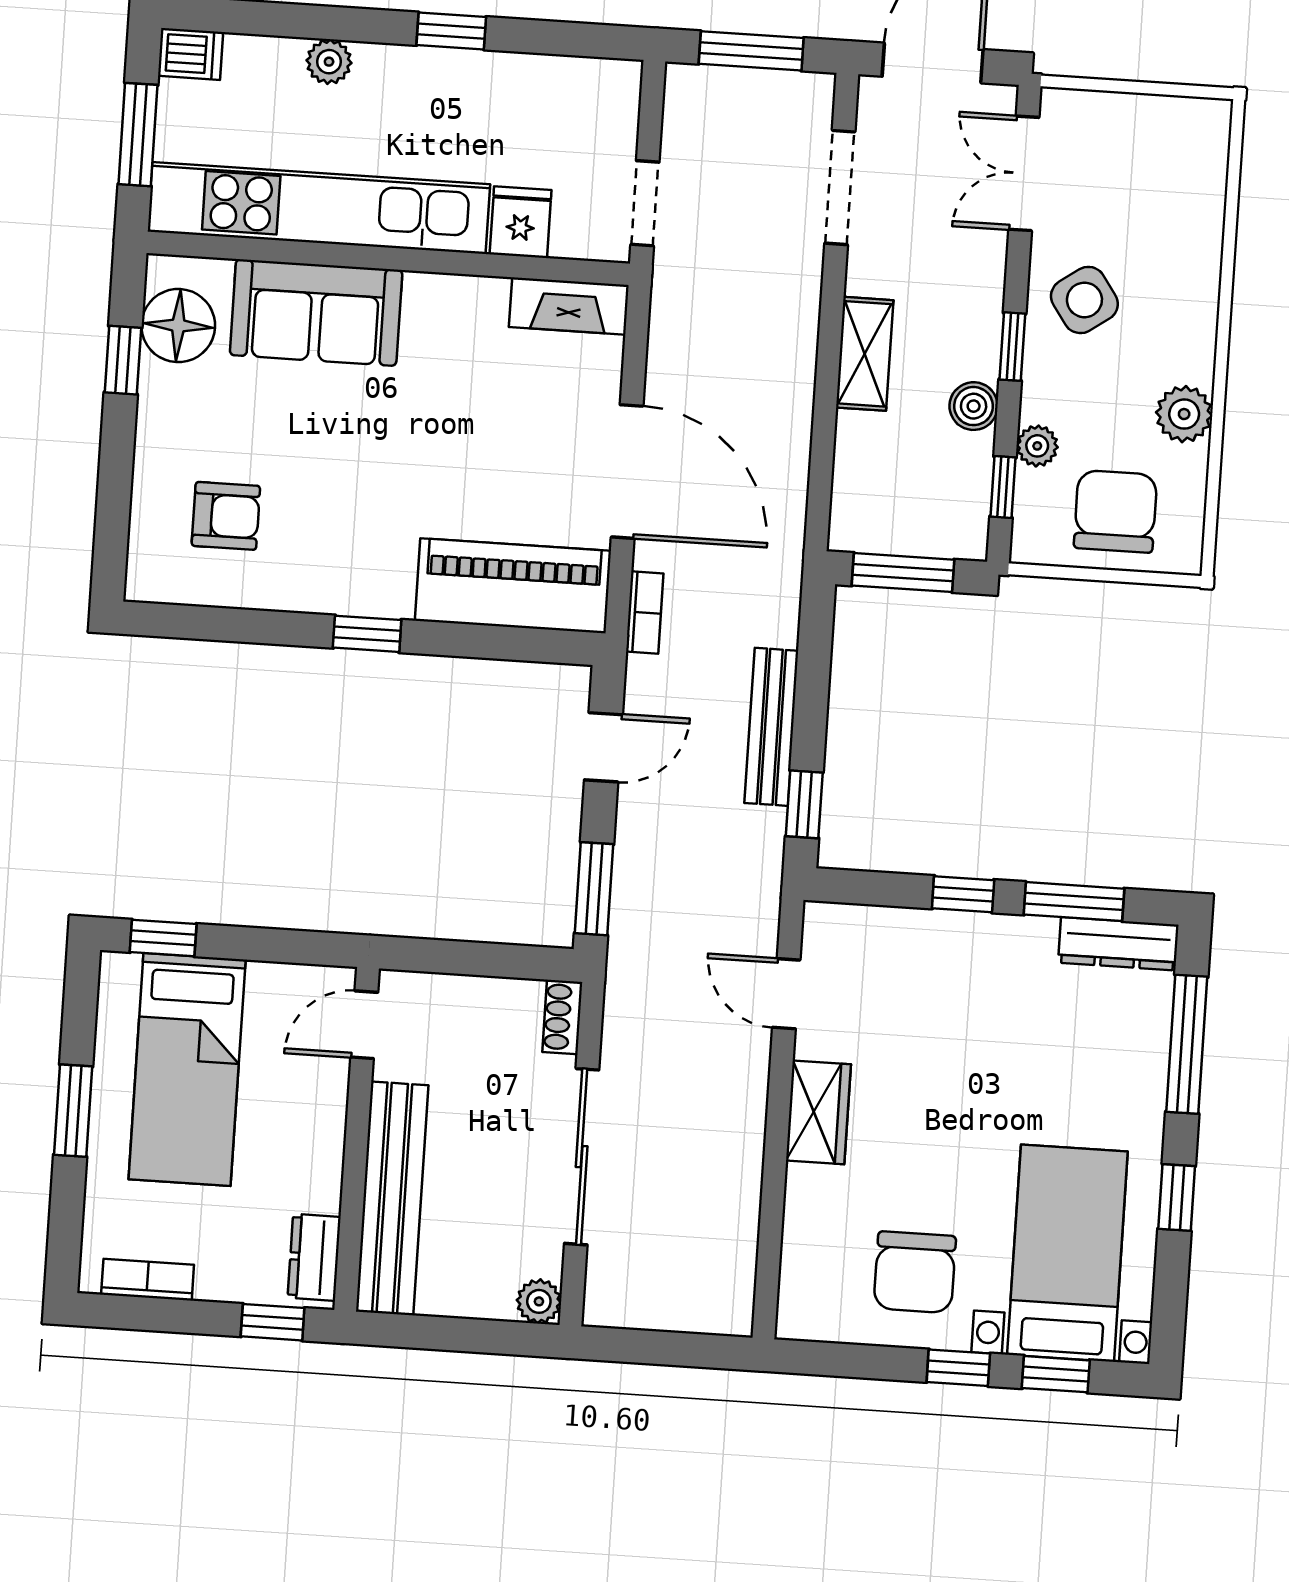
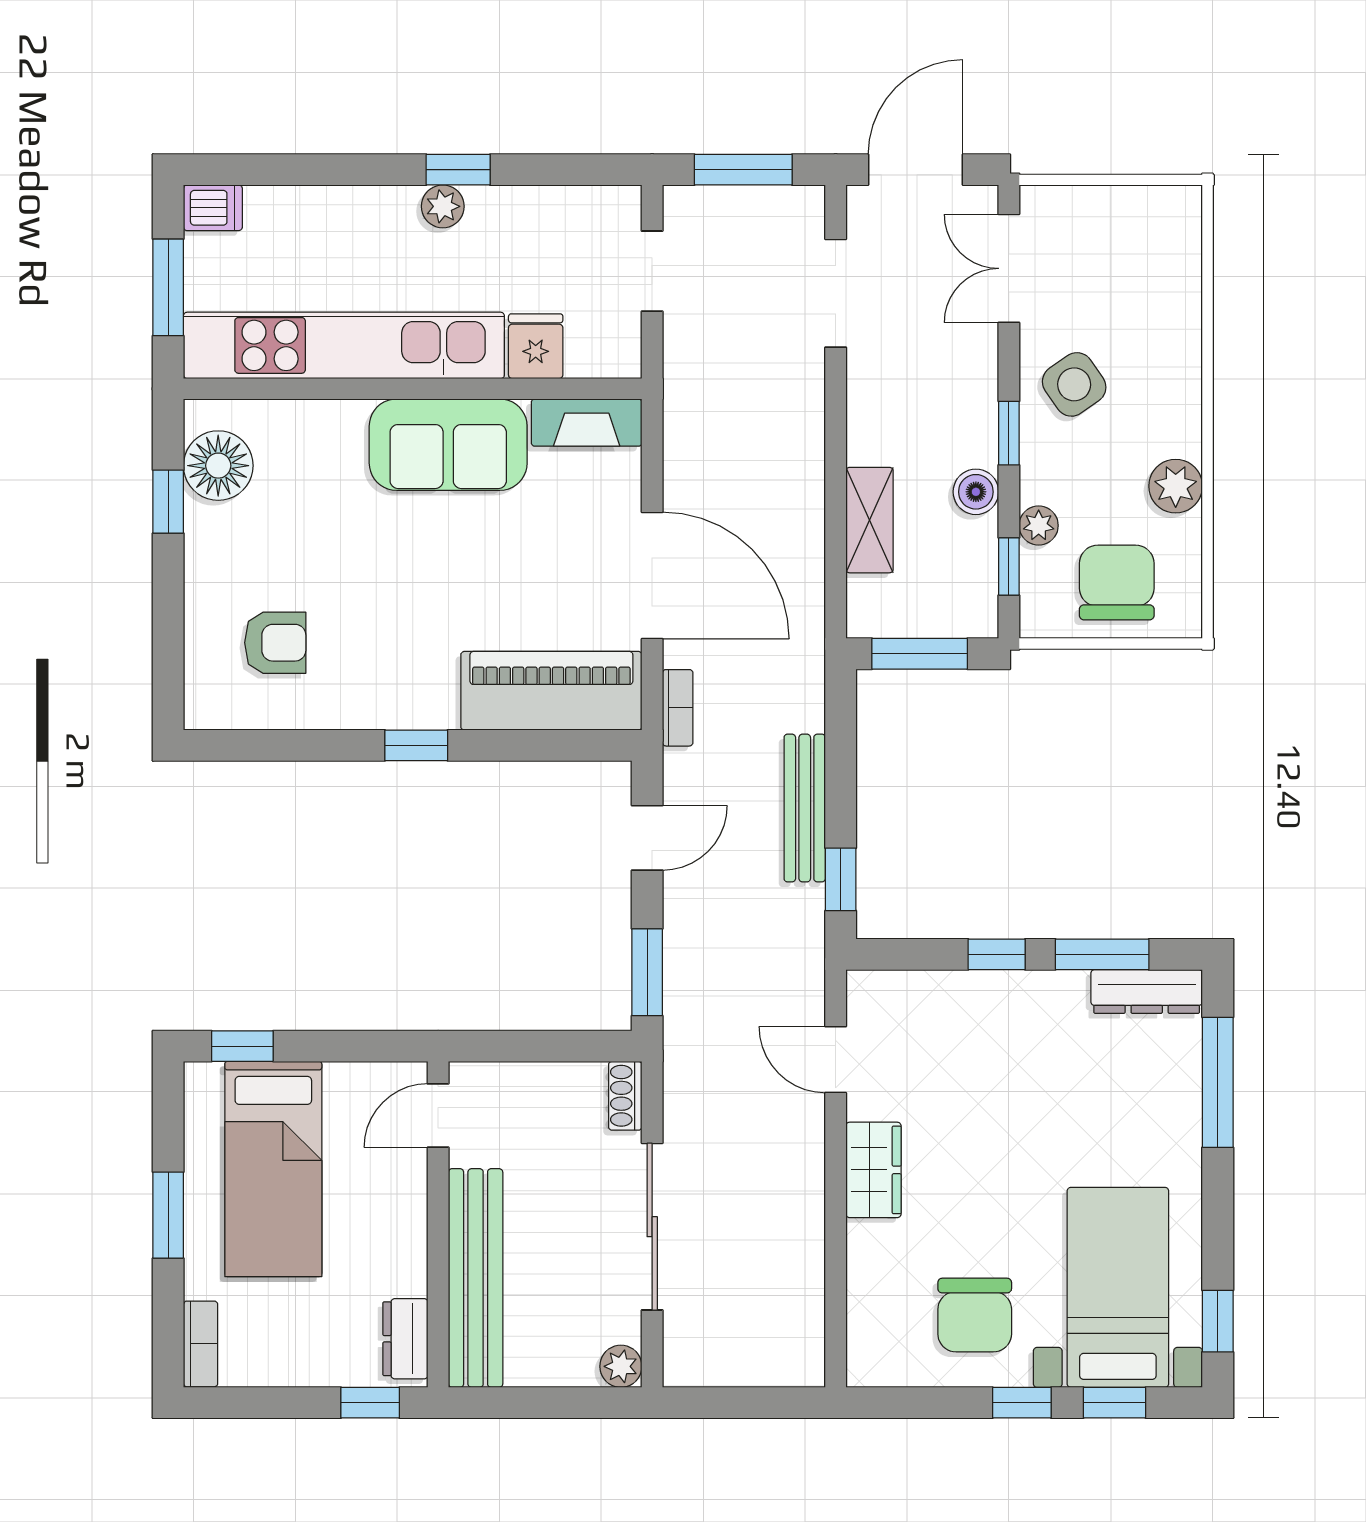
plant: (329, 62) -> (443, 206), moved
doorway: (645, 203) -> (652, 271), moved
sofa: (316, 313) -> (448, 445), moved
shelving: (865, 354) -> (870, 520), moved
window: (1177, 1197) -> (1218, 1321), moved
bookcase: (148, 1280) -> (201, 1344), moved, turned 90

